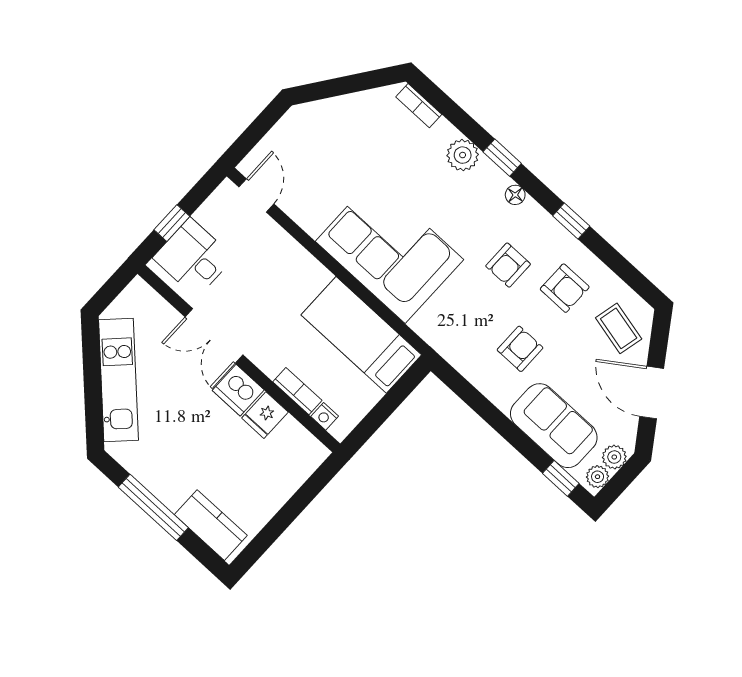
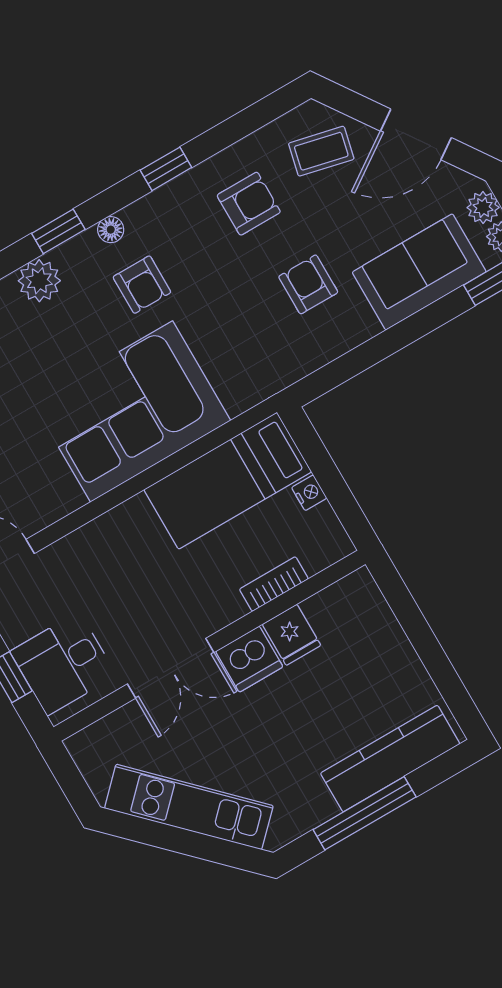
armchair: (508, 265) -> (142, 285), moved
nightstand: (325, 416) -> (309, 493), moved, turned -90
kitchen counter: (211, 525) -> (390, 759), width x1.50

